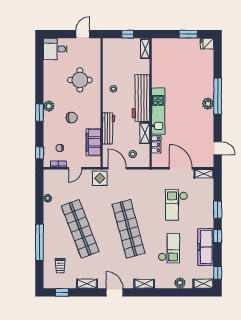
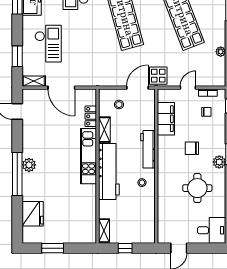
fridge: (207, 44) -> (33, 214), moved, width x1.88, depth x1.34
round table: (80, 80) -> (197, 188), moved
workbench: (108, 129) -> (148, 149), moved
door: (117, 168) -> (137, 88), swing flipped
checkout: (176, 205) -> (48, 44), moved
window: (218, 210) -> (17, 56), moved

